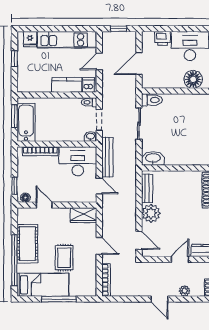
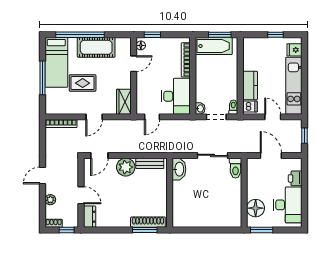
bench: (107, 157) -> (180, 125), removed

